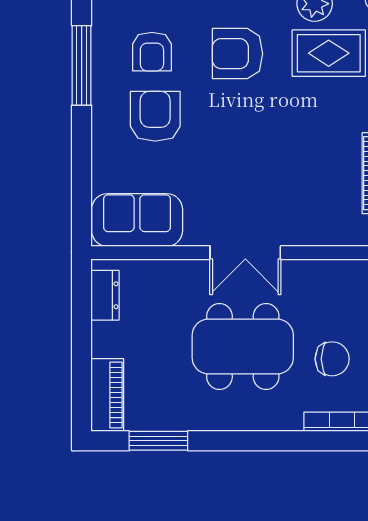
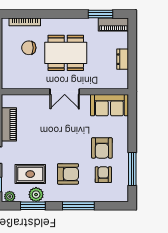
double door: (245, 253) -> (65, 92), swing flipped
dresser: (105, 295) -> (123, 59), moved
piano: (107, 395) -> (113, 25), moved, turned -90

